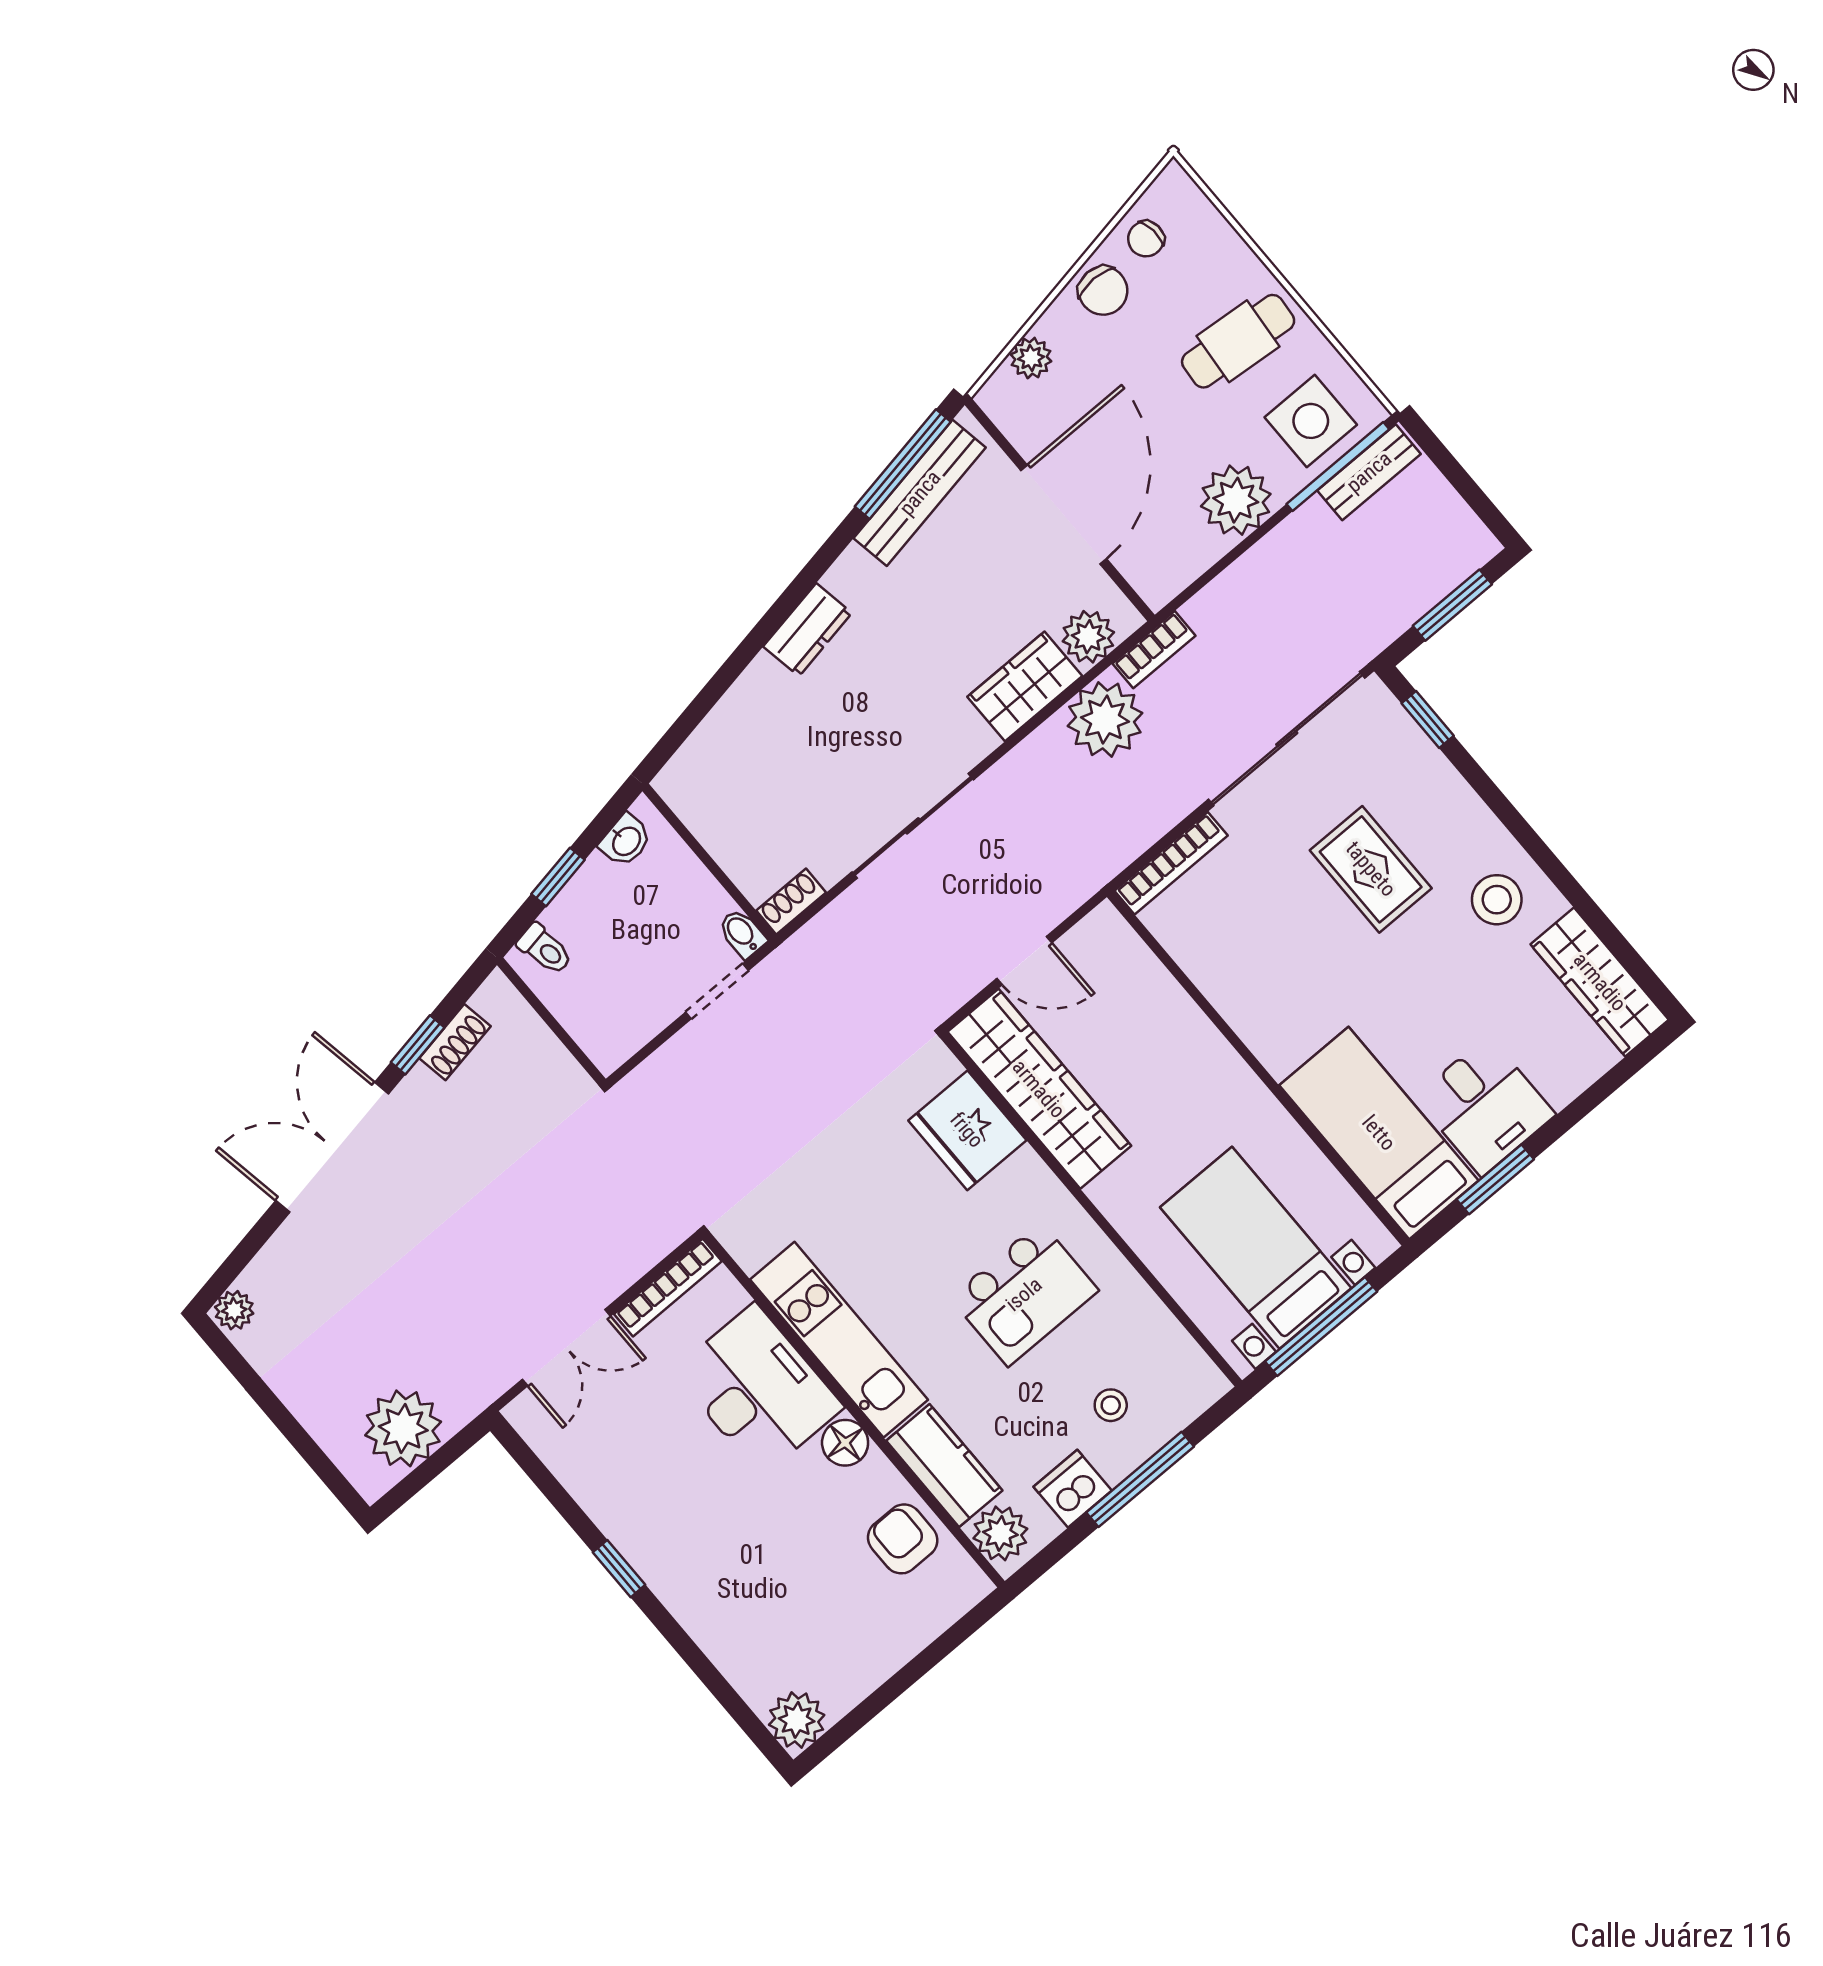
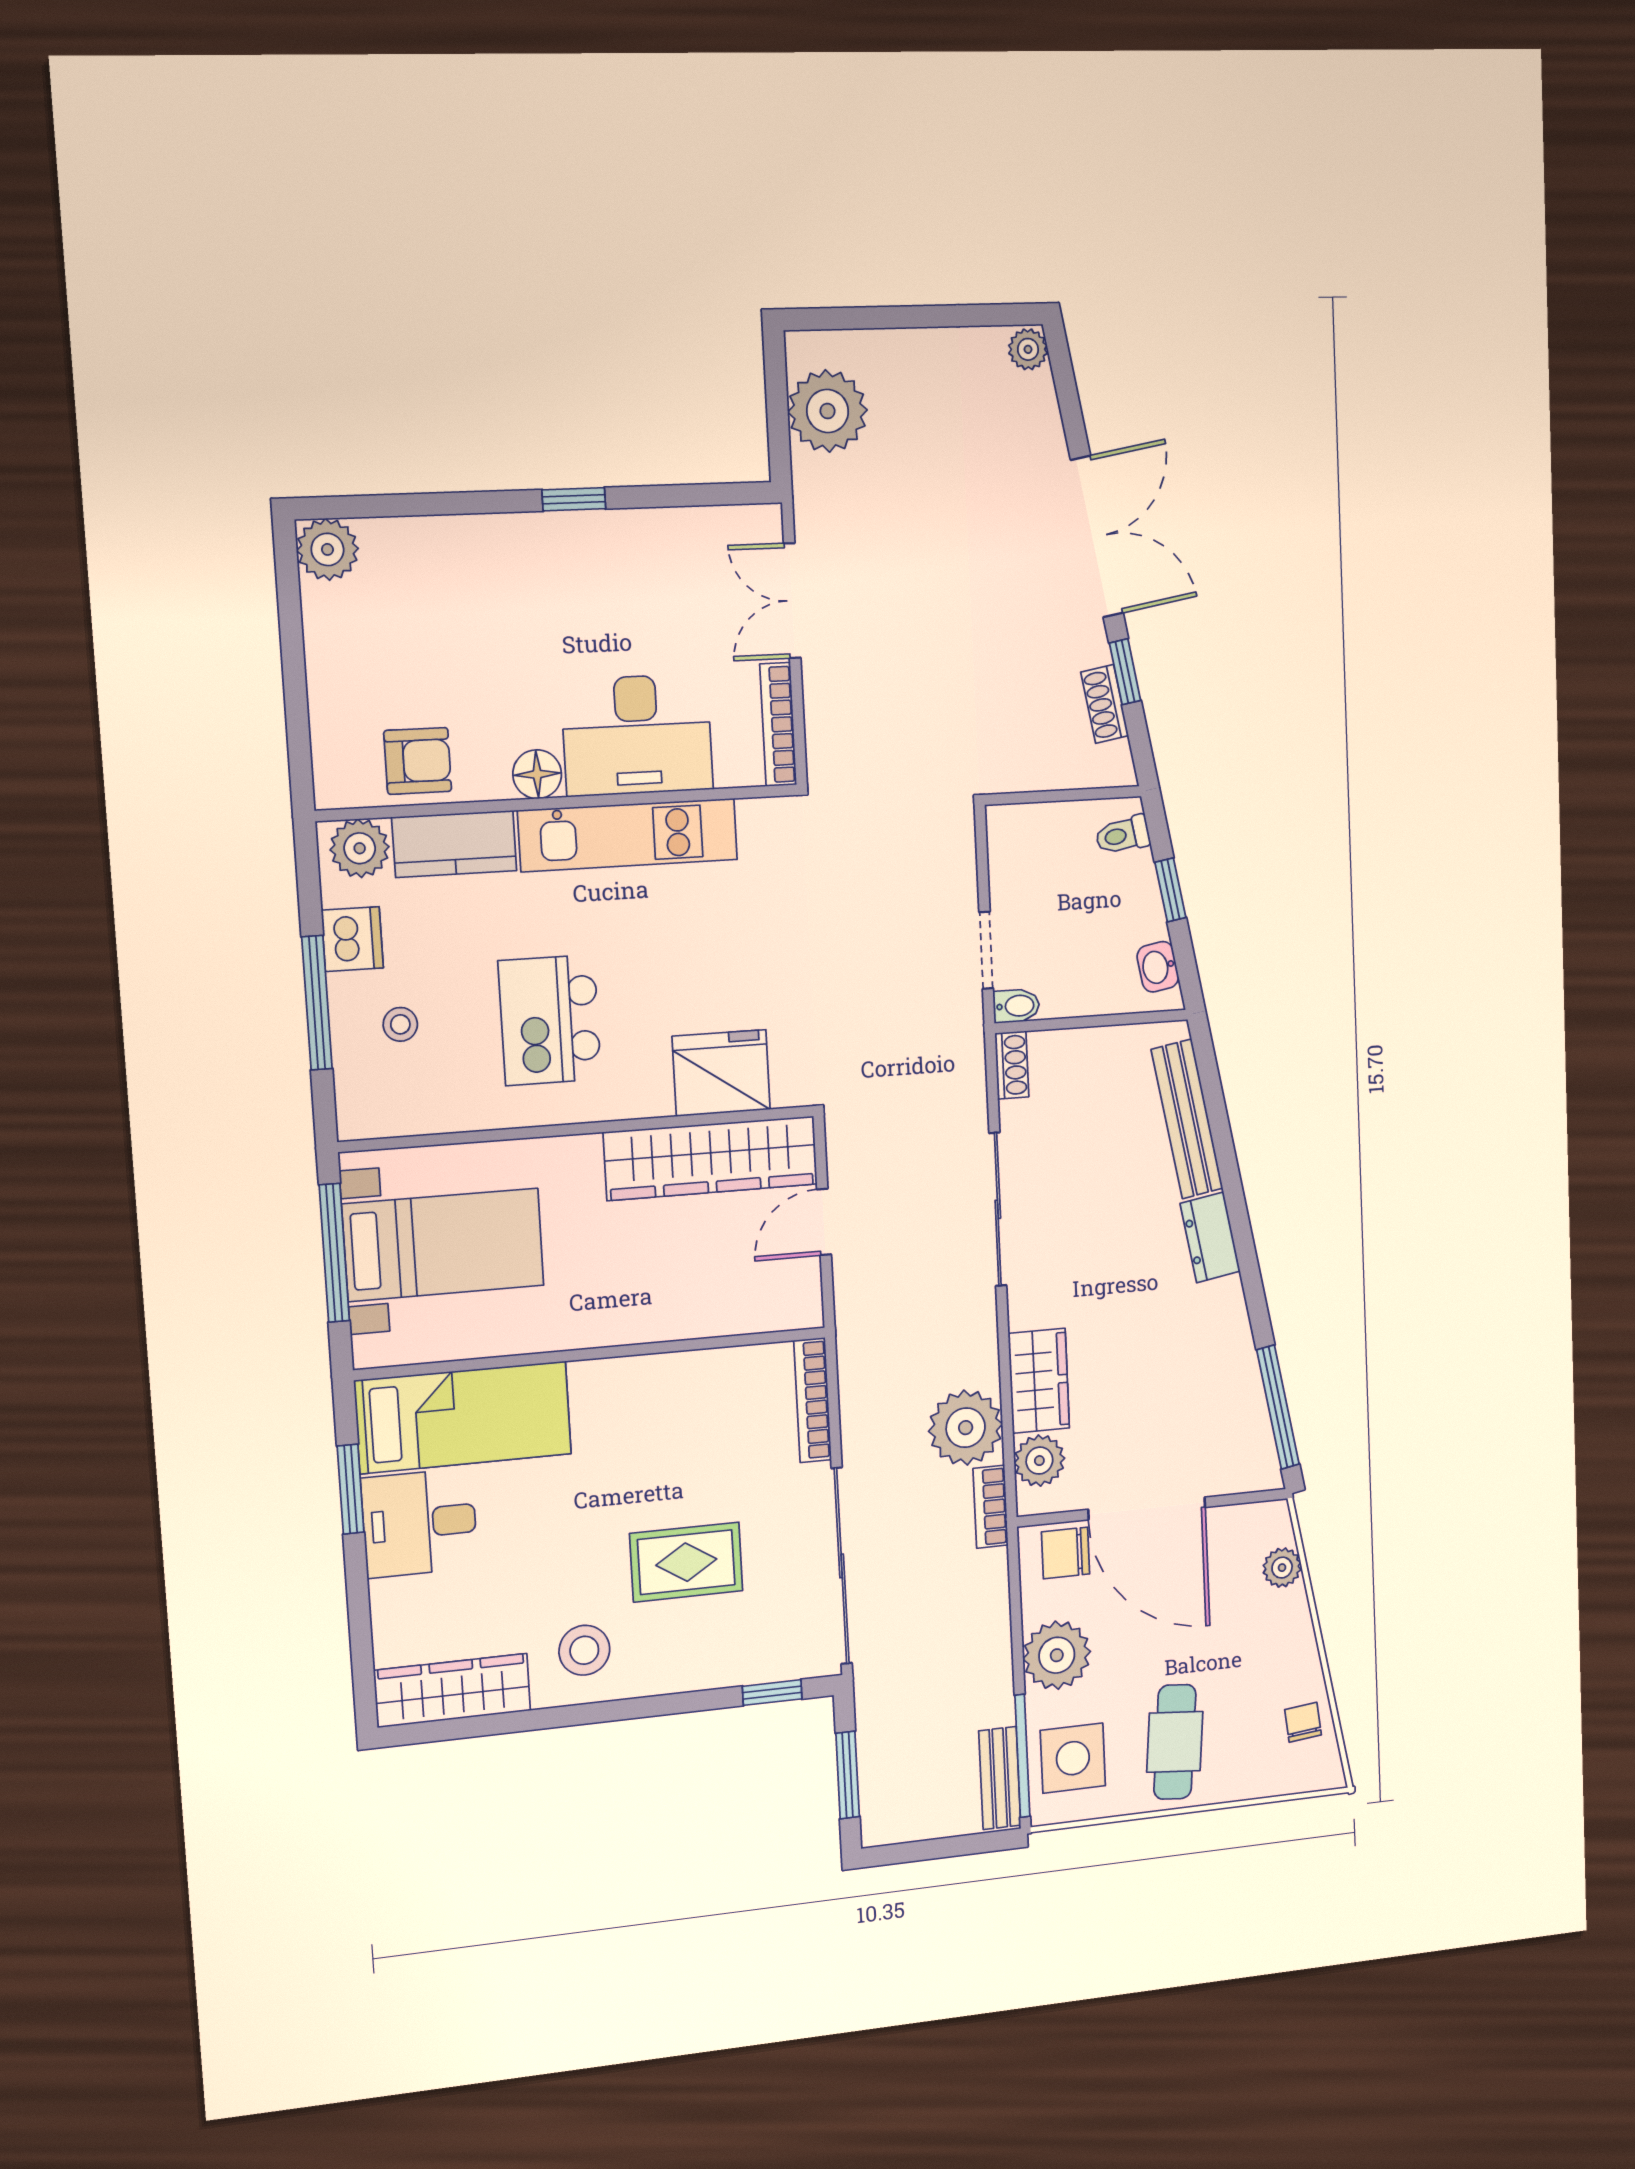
chair: (1103, 291) -> (1066, 1553), moved
bench: (920, 493) -> (1187, 1119), moved

